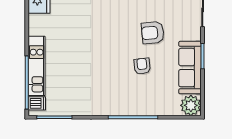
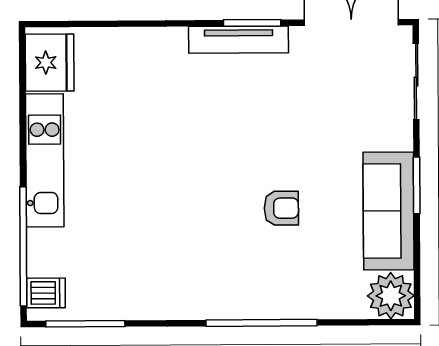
armchair: (153, 33) -> (305, 133), removed
kitchen unit: (37, 66) -> (45, 160), moved
armchair: (142, 66) -> (281, 208), turned 96

